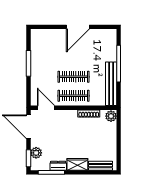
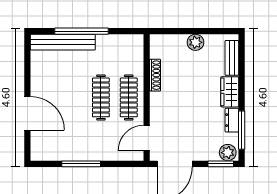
door: (78, 27) -> (27, 113), moved
bench: (111, 84) -> (63, 42), moved
plant: (111, 116) -> (196, 42), moved
plant: (36, 153) -> (228, 153), moved

